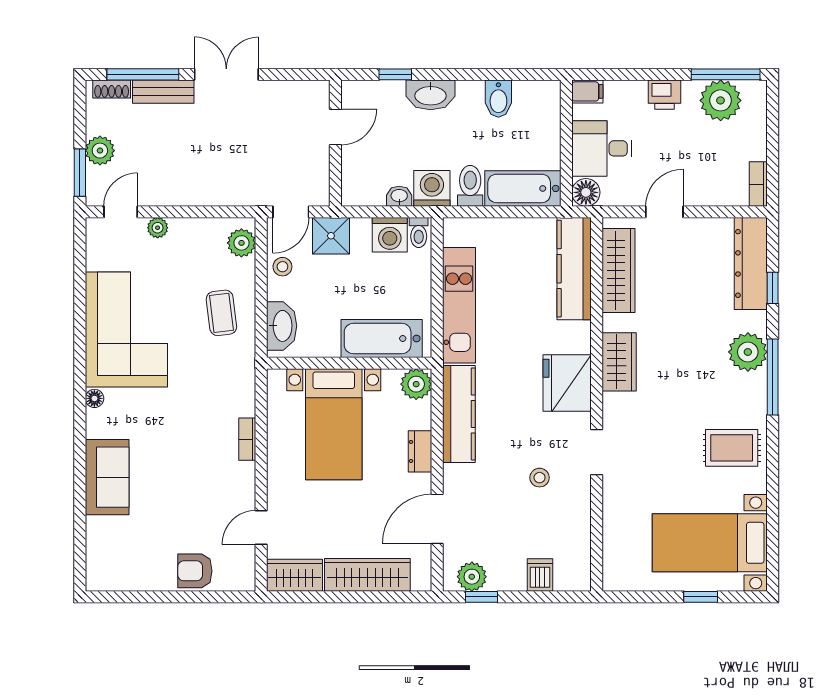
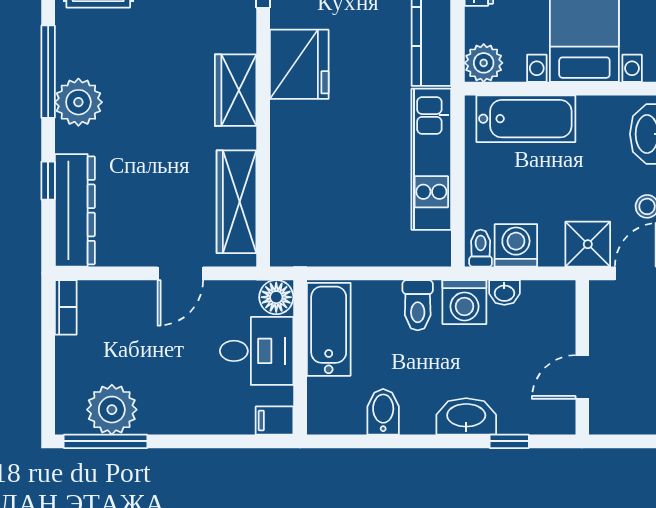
printer: (664, 95) -> (180, 417), removed
bathtub: (523, 188) -> (329, 329), moved, turned -90
kitchen counter: (574, 269) -> (291, 204), removed

